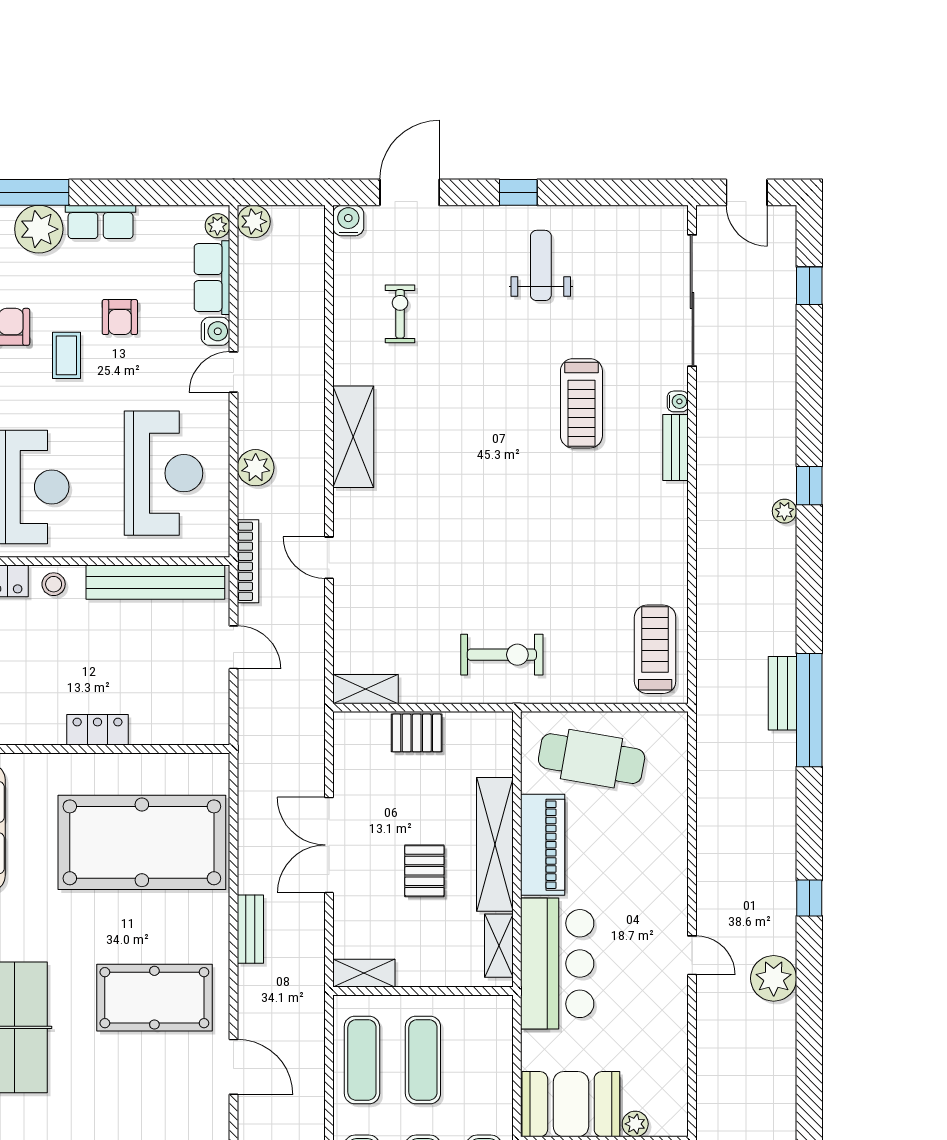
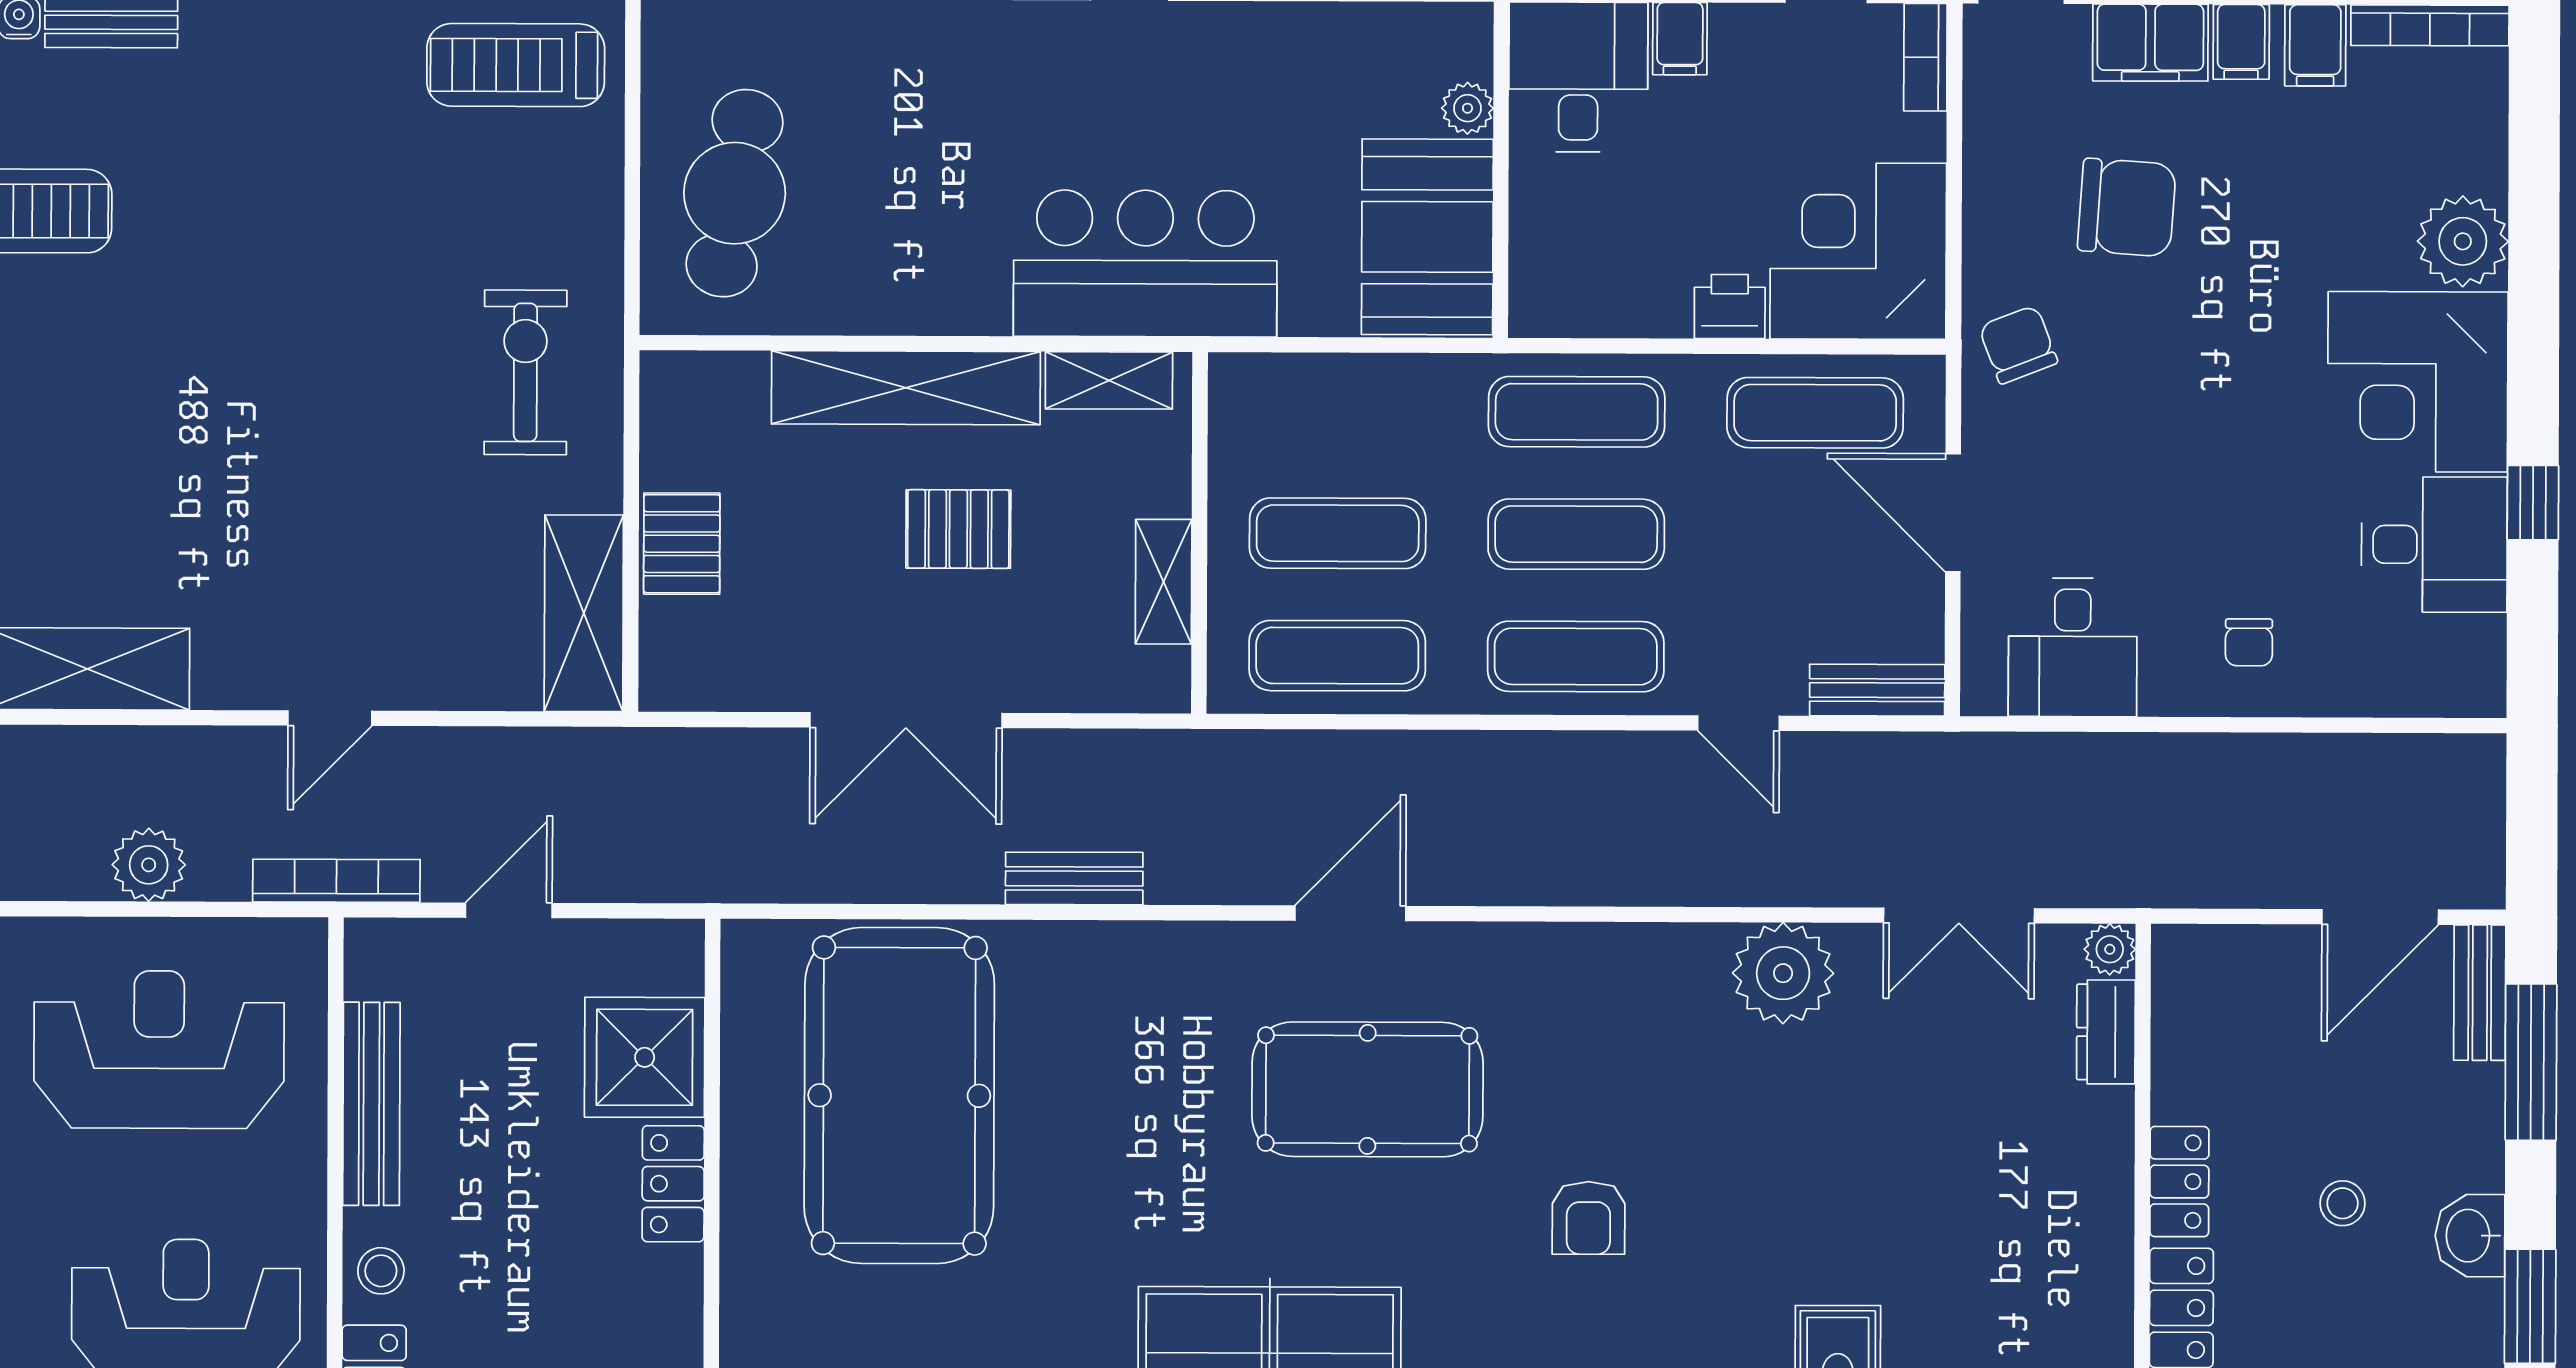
bench: (155, 582) -> (371, 1104), width x0.73, depth x0.82
shelving: (366, 689) -> (584, 613), width x1.50, depth x1.33
shower: (160, 715) -> (645, 1057), added
piano: (543, 845) -> (907, 292), removed
shelving: (364, 973) -> (1164, 582), moved
pool table: (154, 998) -> (1367, 1089), moved, turned 90

